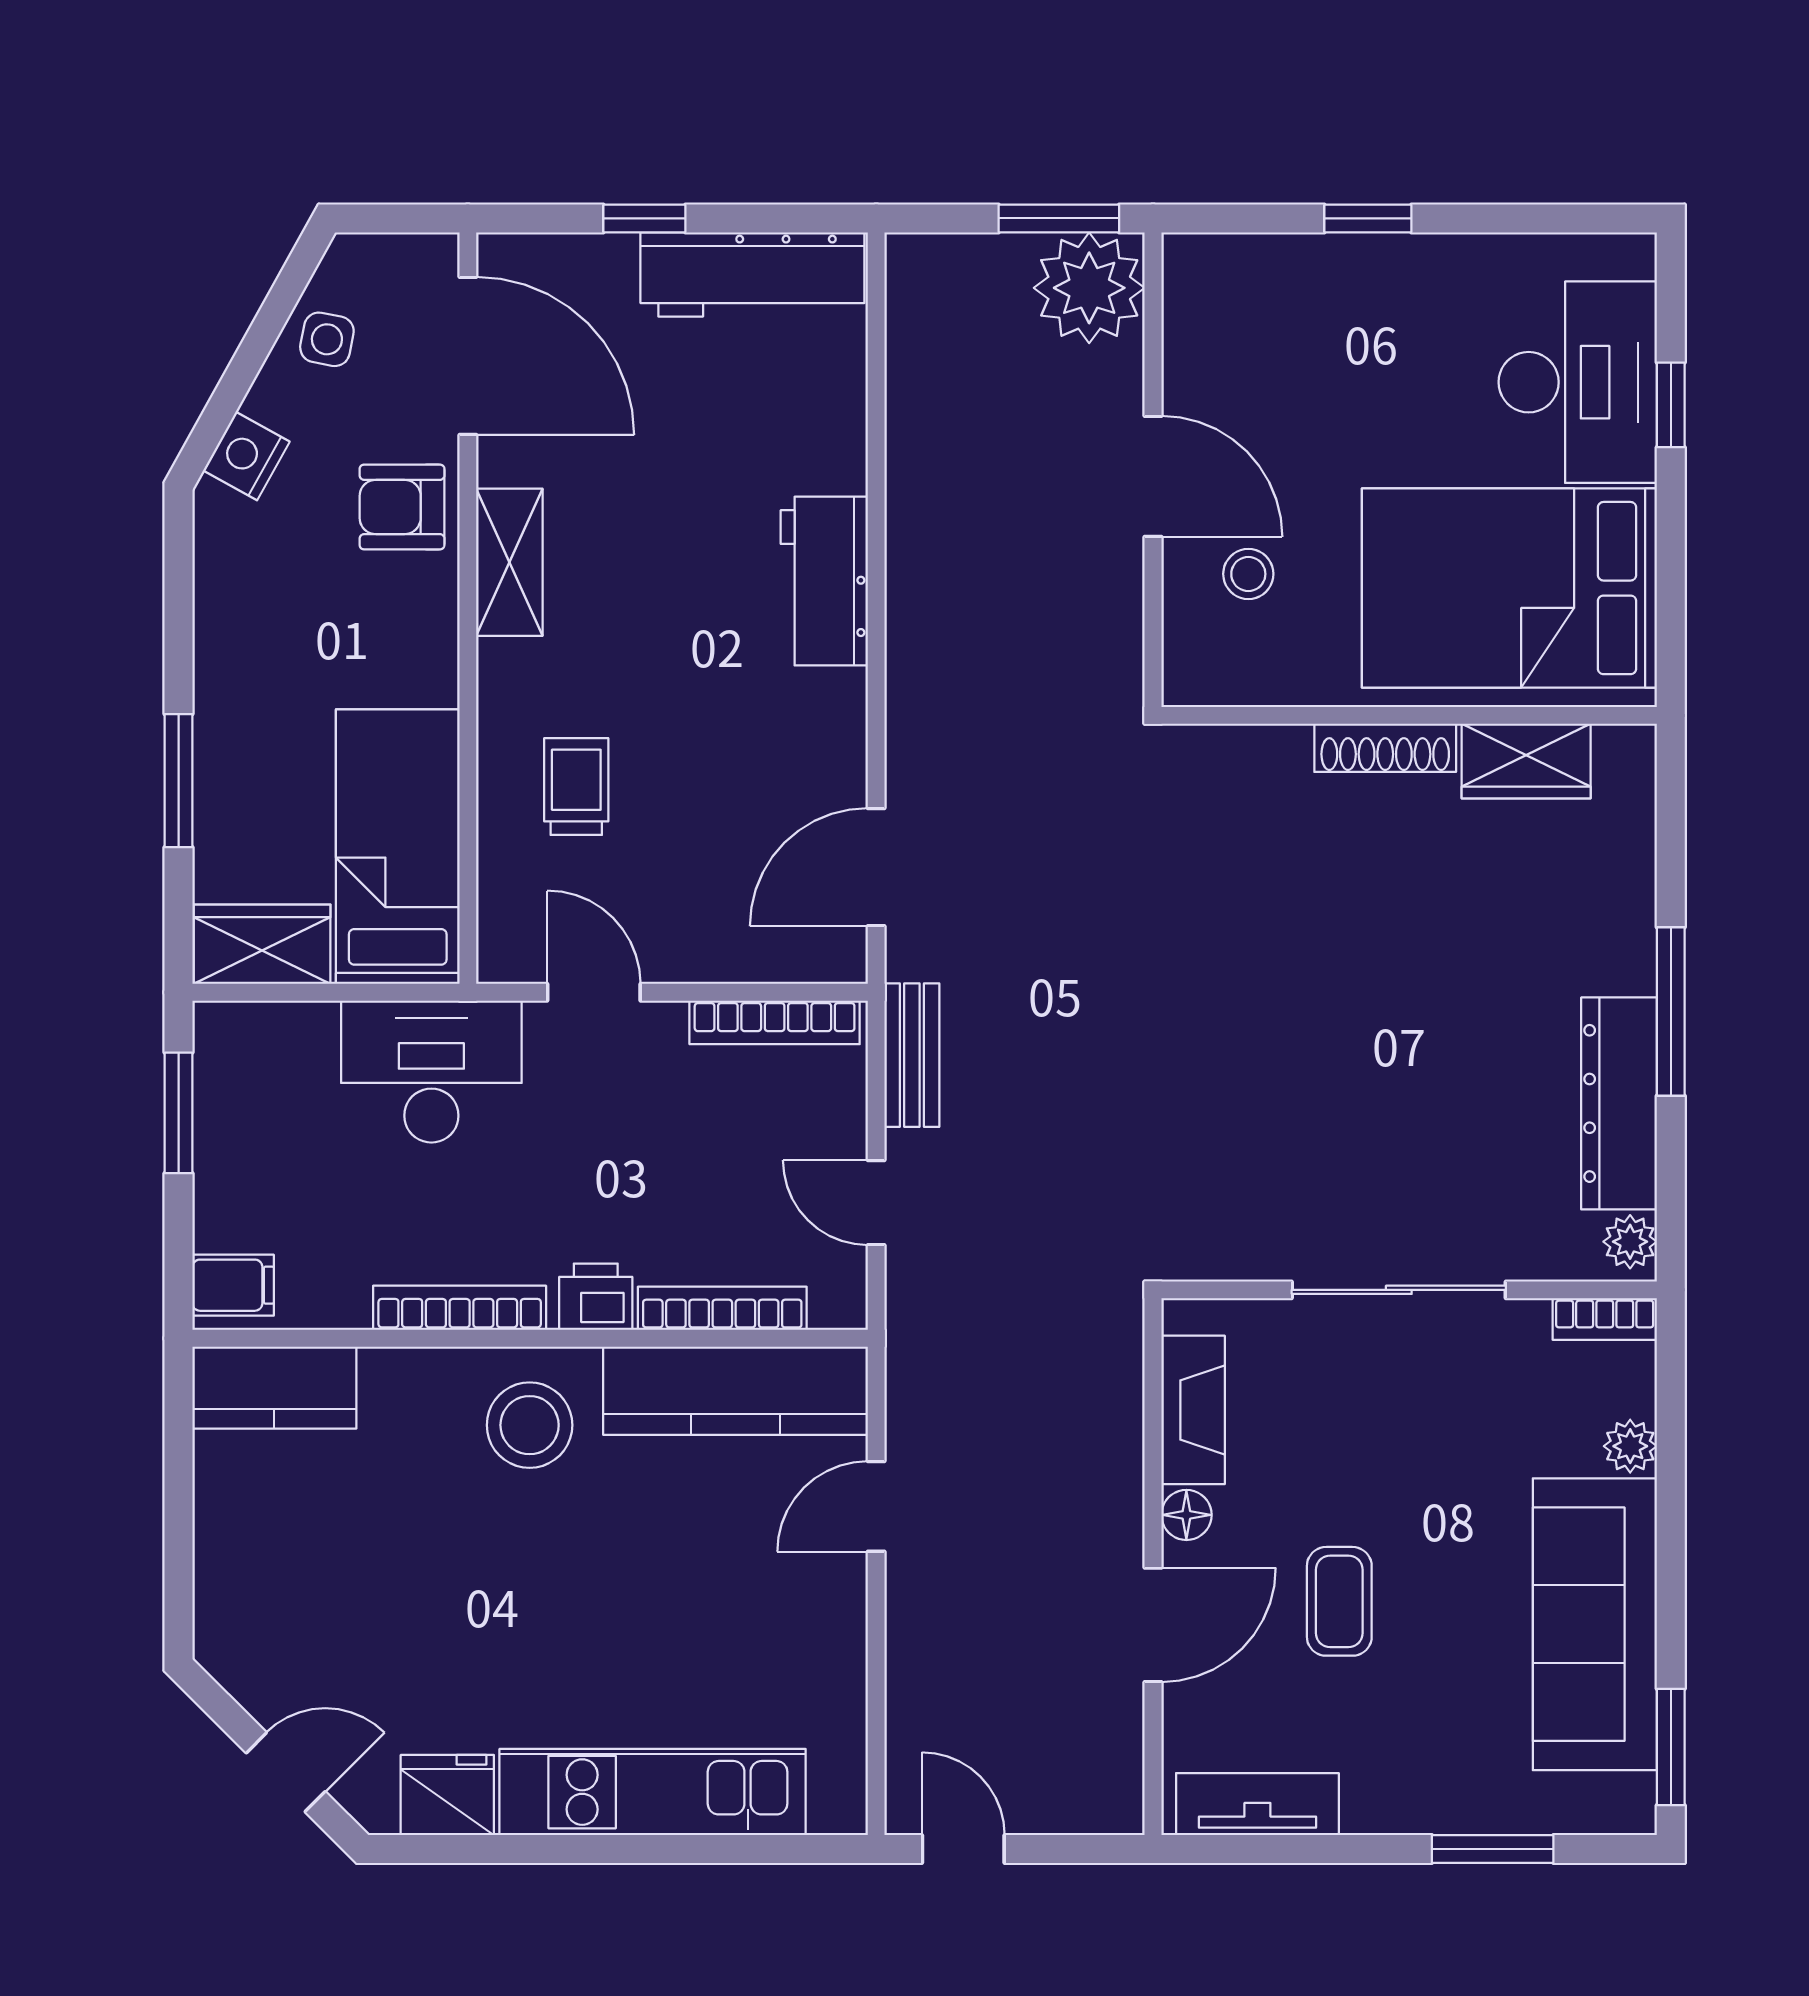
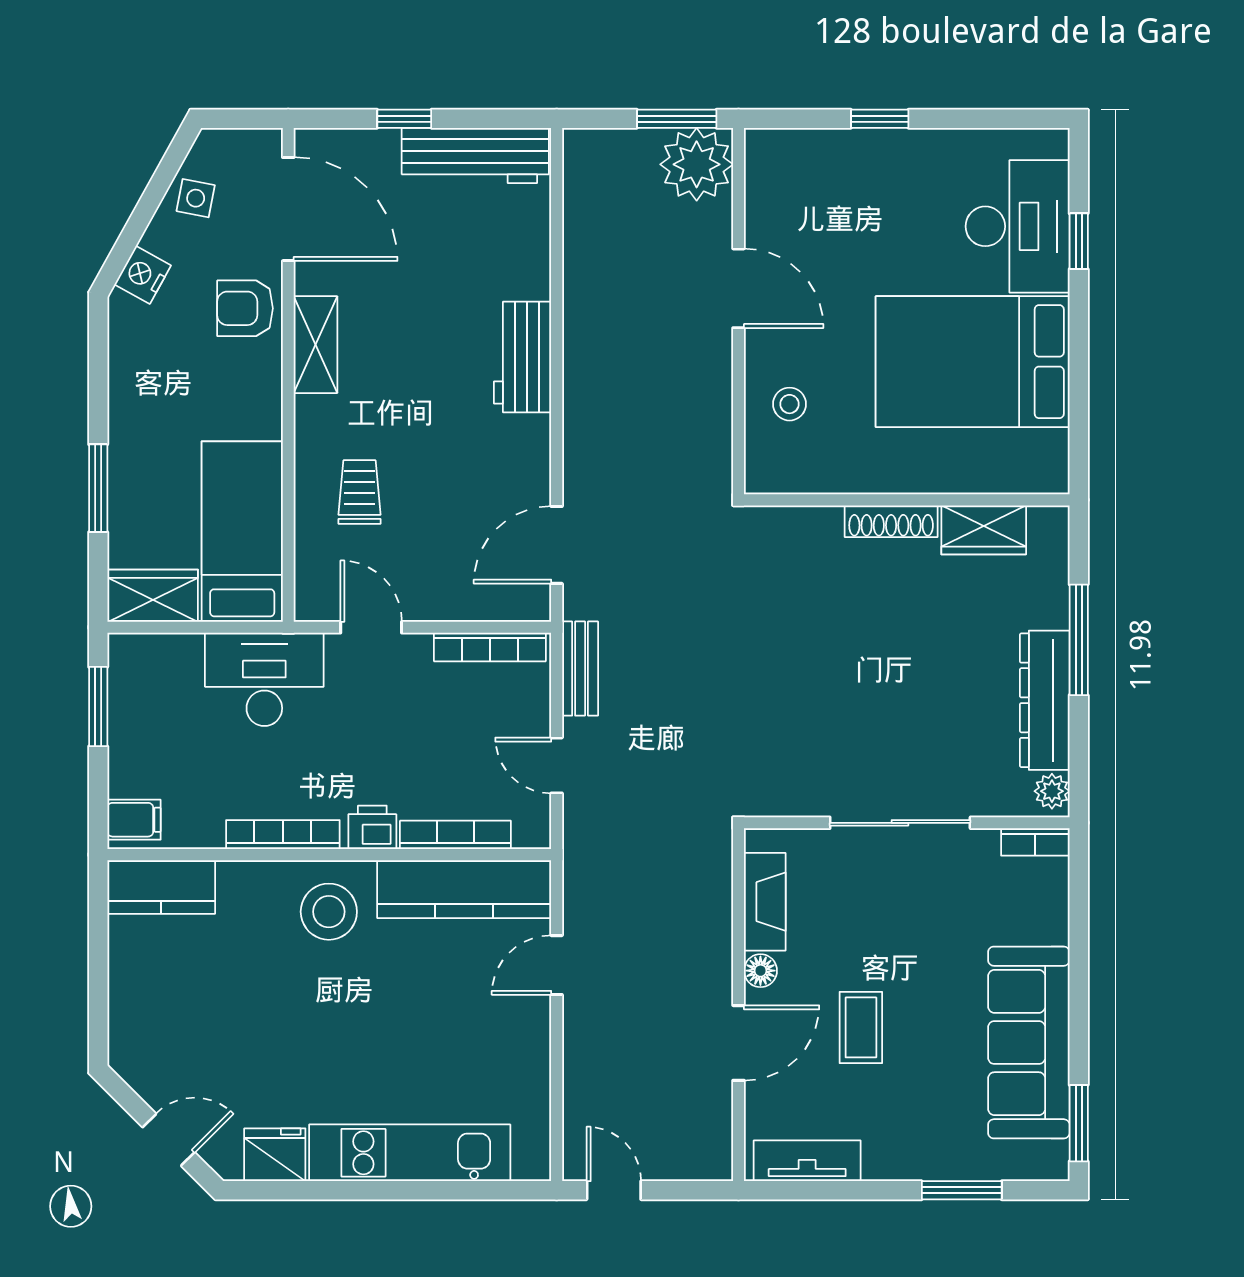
stool: (1248, 574) -> (789, 404), moved
wall: (1409, 715) -> (907, 500), moved
shoe rack: (1385, 748) -> (891, 521), moved
wardrobe: (1526, 761) -> (984, 530), moved
plant: (1630, 1446) -> (1052, 925), removed

